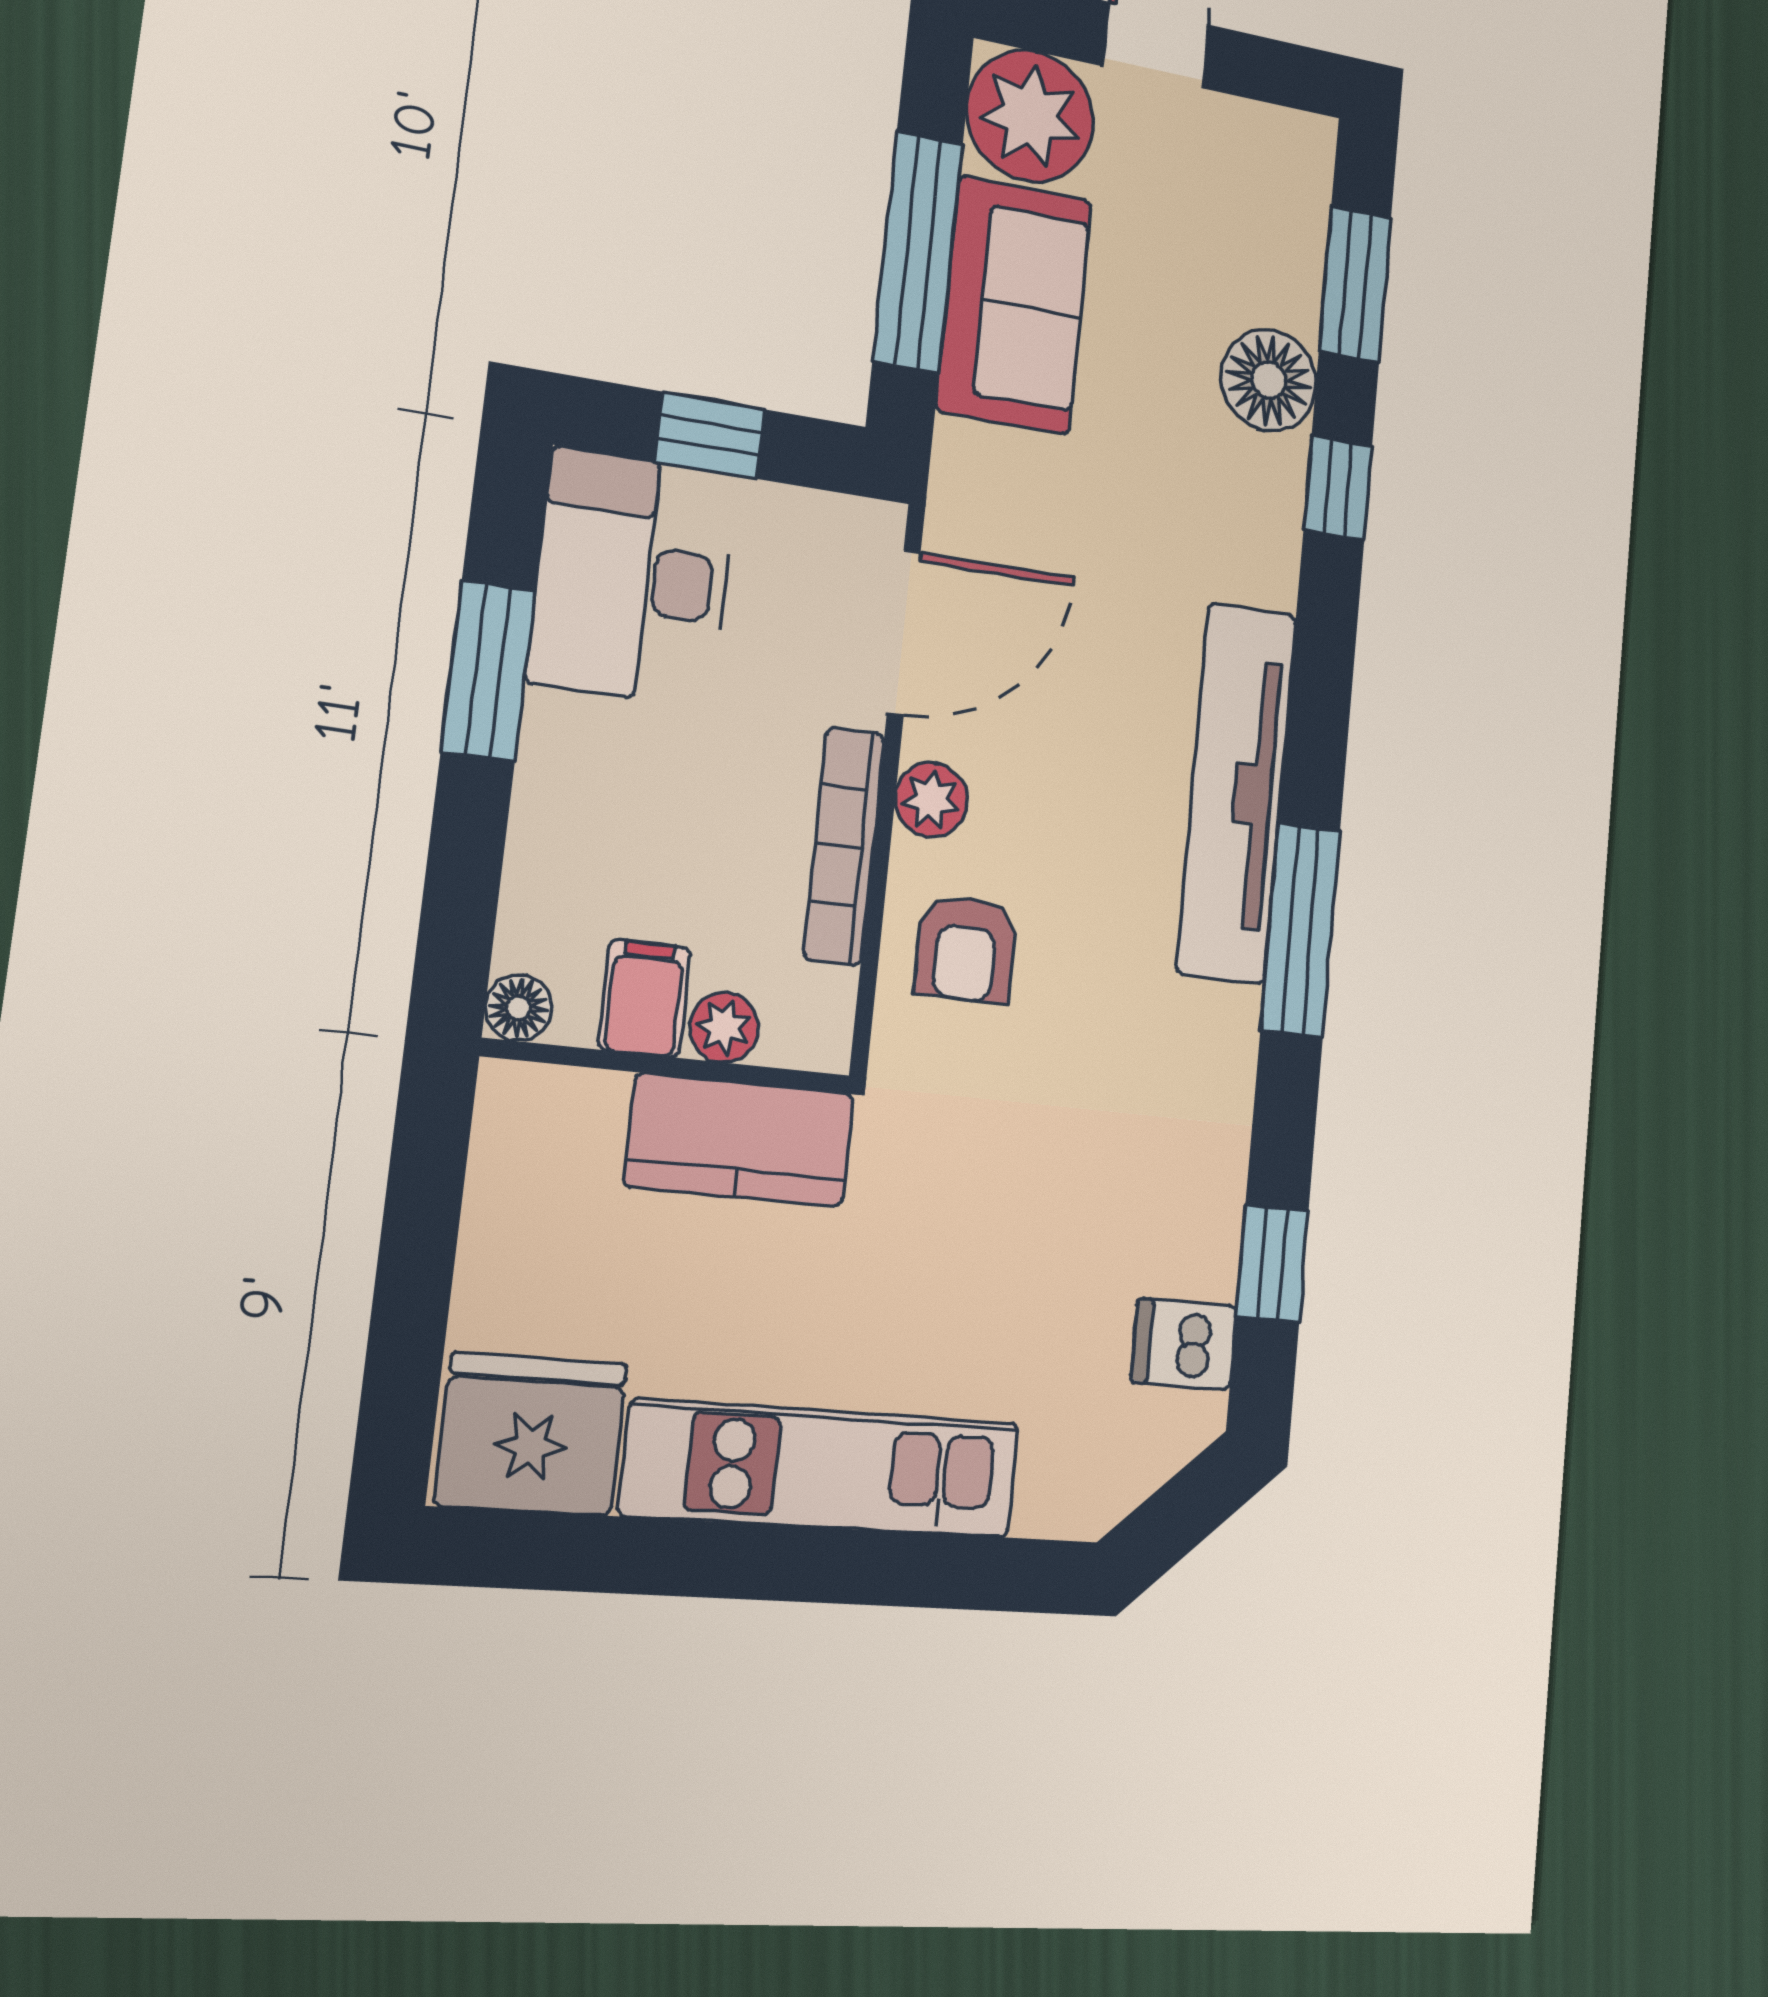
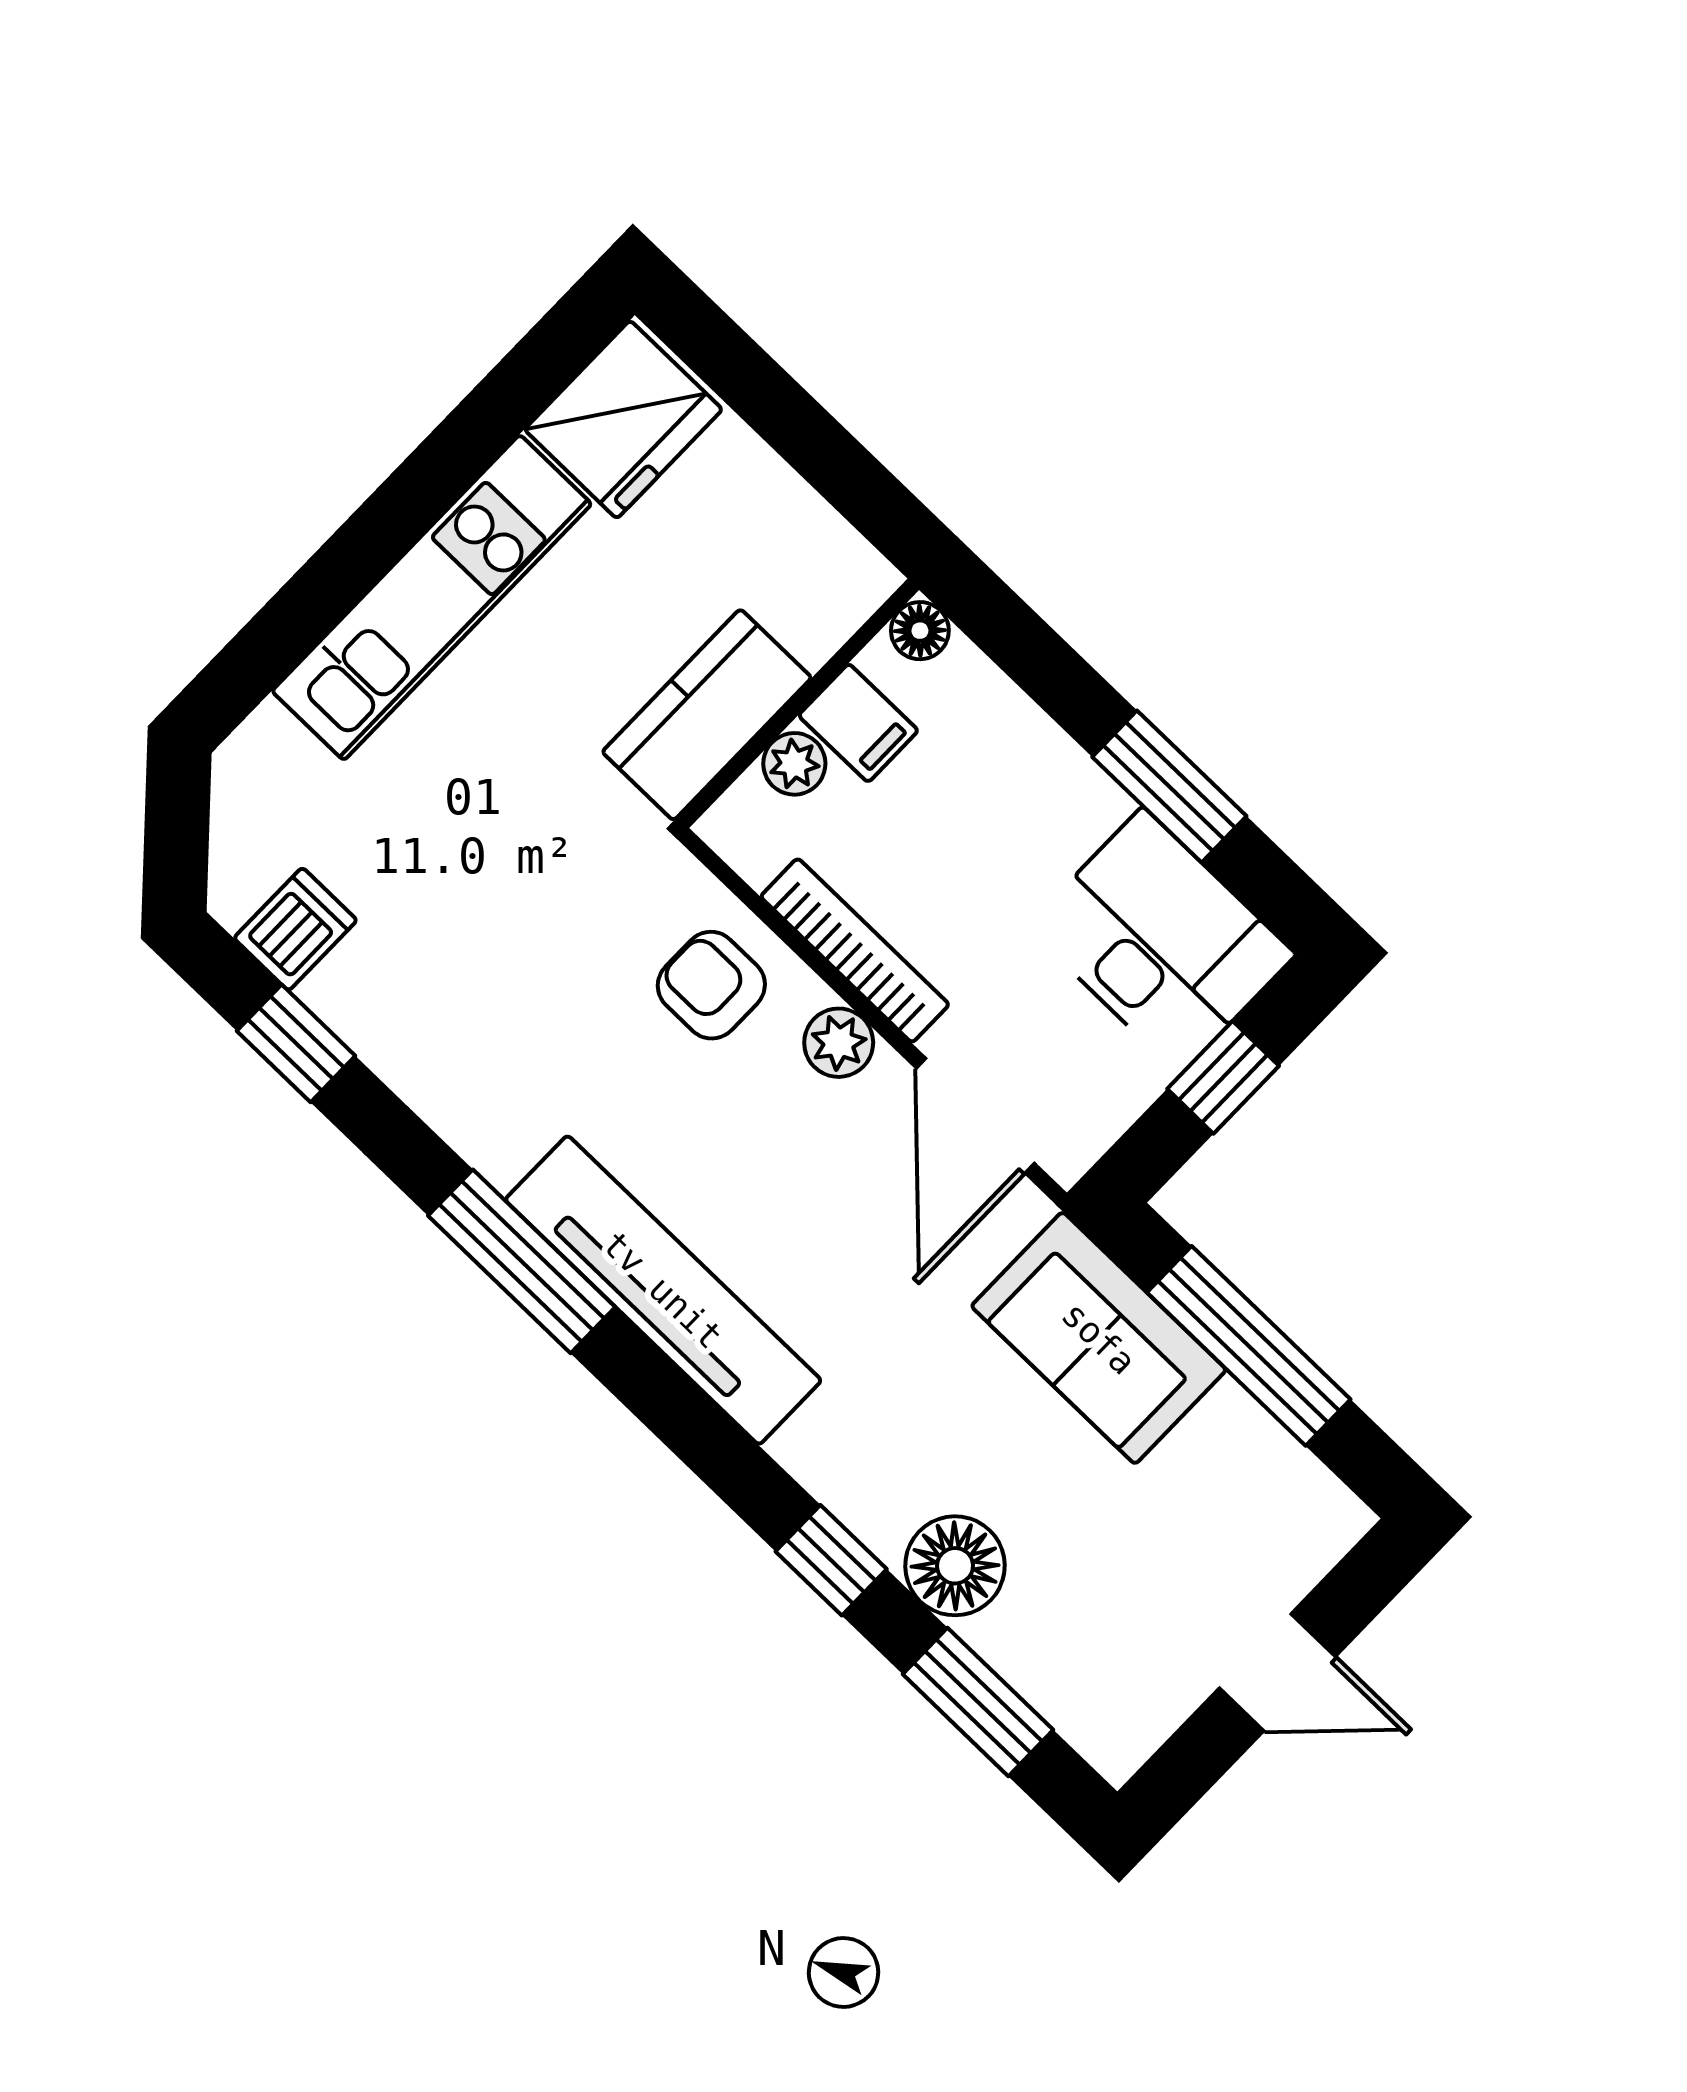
plant: (1030, 116) -> (1291, 1520), removed
sofa: (1014, 305) -> (1099, 1338), moved

